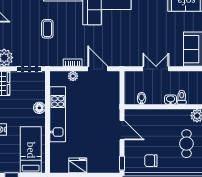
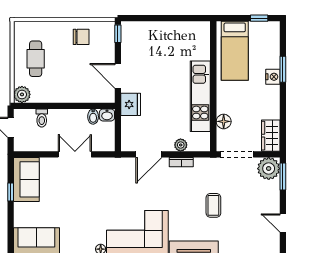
door: (98, 69) -> (149, 154), hinge flipped
double door: (156, 69) -> (75, 154), swing flipped
washbasin: (171, 100) -> (107, 115), moved
floor lamp: (39, 108) -> (224, 121), moved
fridge: (78, 165) -> (131, 104), moved, turned -90

